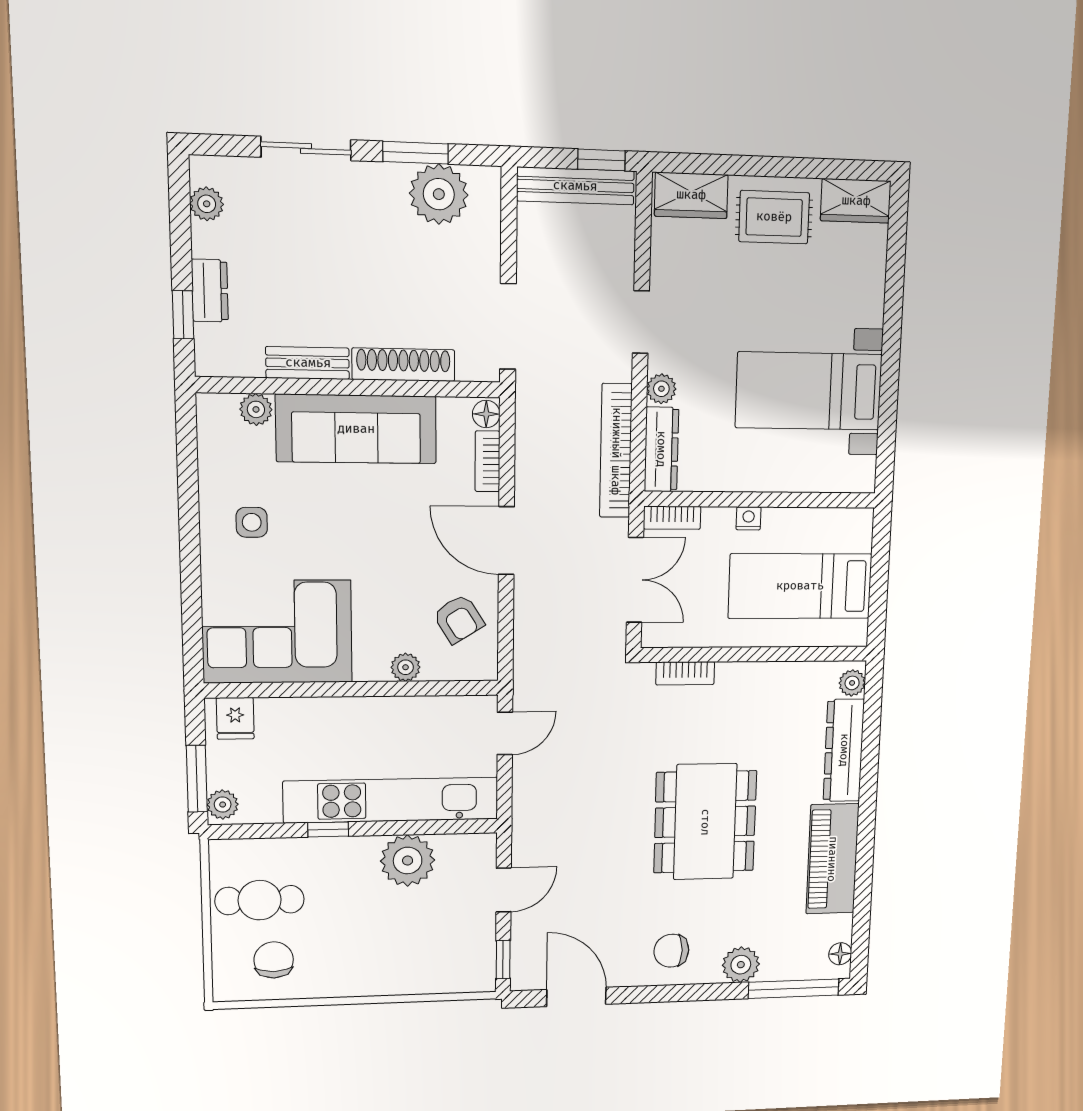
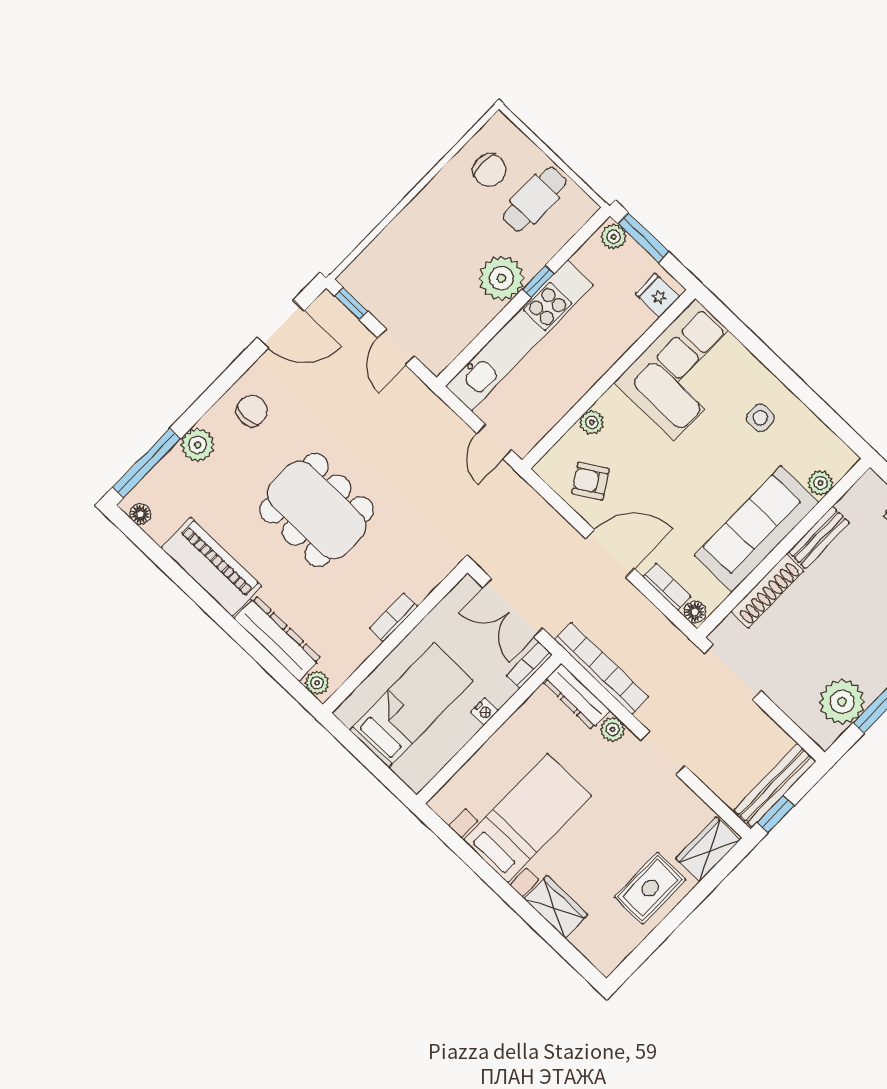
wardrobe: (856, 201) -> (556, 907), moved, turned 90
bookcase: (685, 673) -> (394, 617), moved
plant: (408, 861) -> (501, 278), moved

